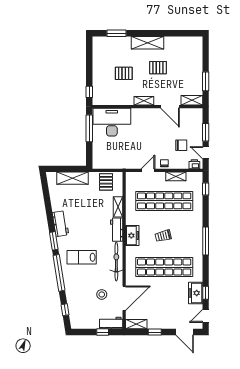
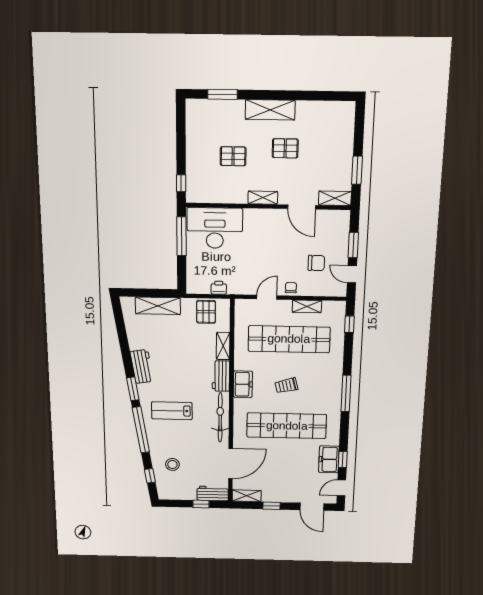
printer: (194, 164) -> (219, 288), moved
stool: (102, 294) -> (172, 464), moved

